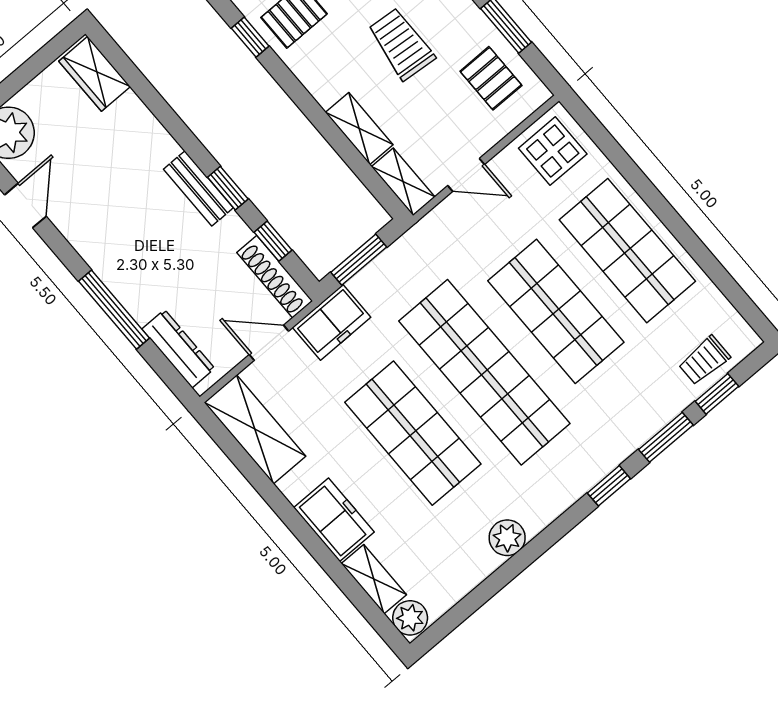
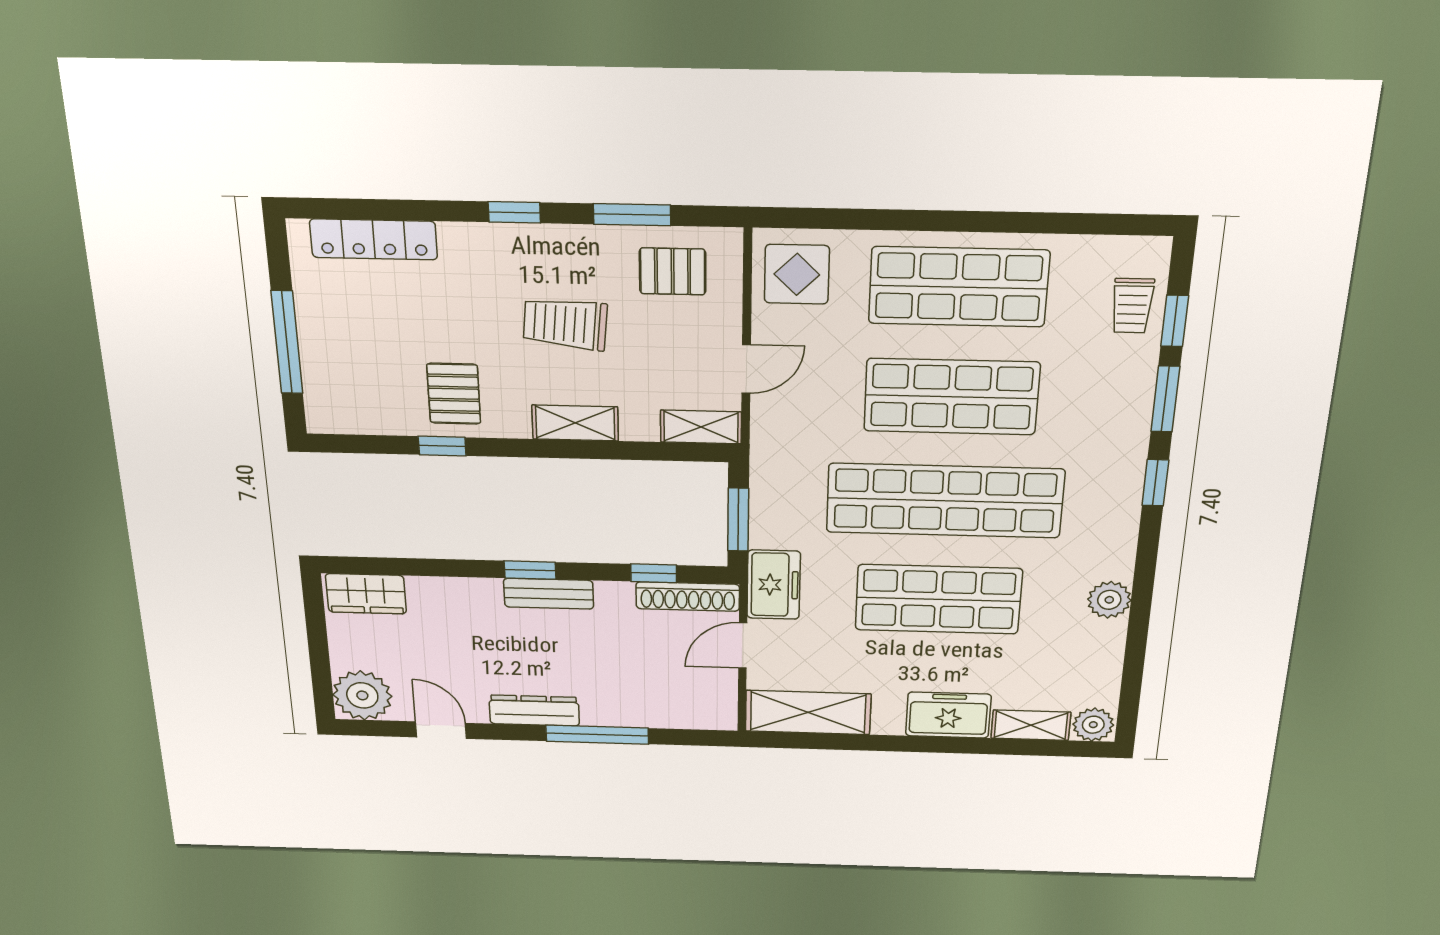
shelving: (359, 129) -> (575, 423), moved
window: (228, 188) -> (530, 570), moved
dresser: (178, 349) -> (534, 711), moved

